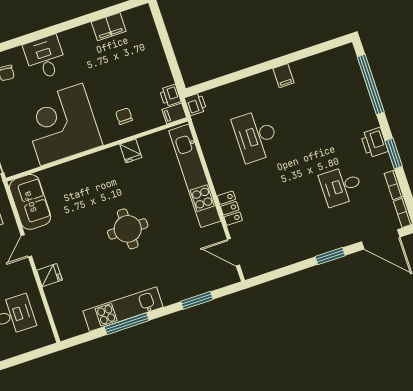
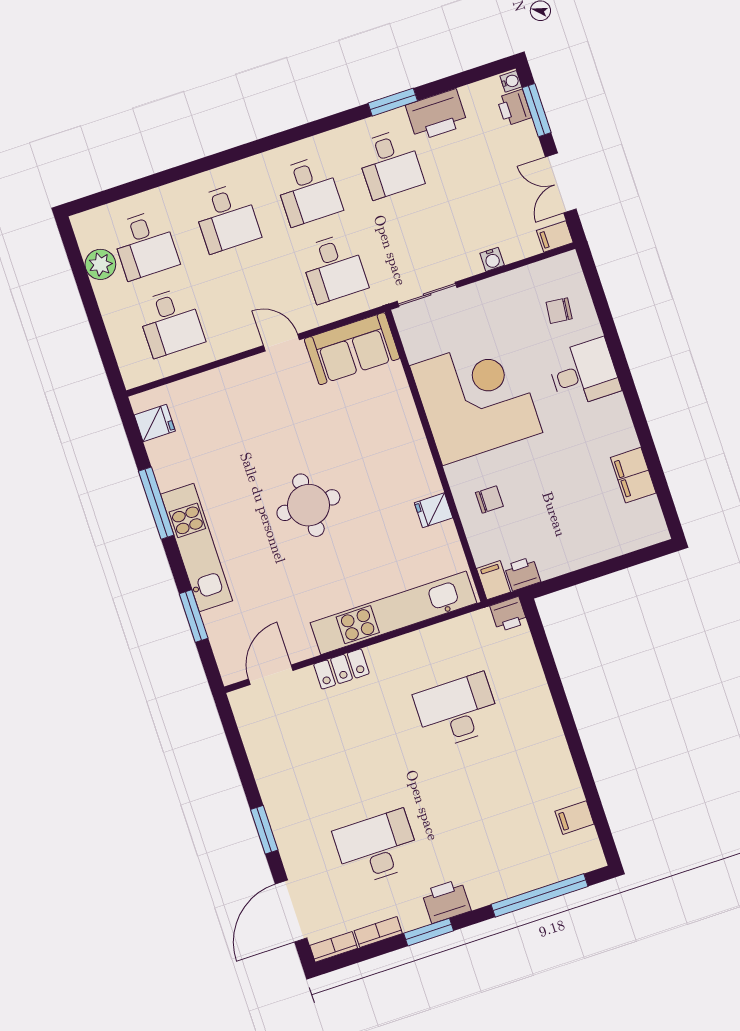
filing cabinet: (283, 76) -> (575, 818), moved
desk: (341, 186) -> (377, 848), width x1.37
fridge: (49, 275) -> (155, 423), moved, turned -90
kitchen unit: (123, 309) -> (196, 547), moved

